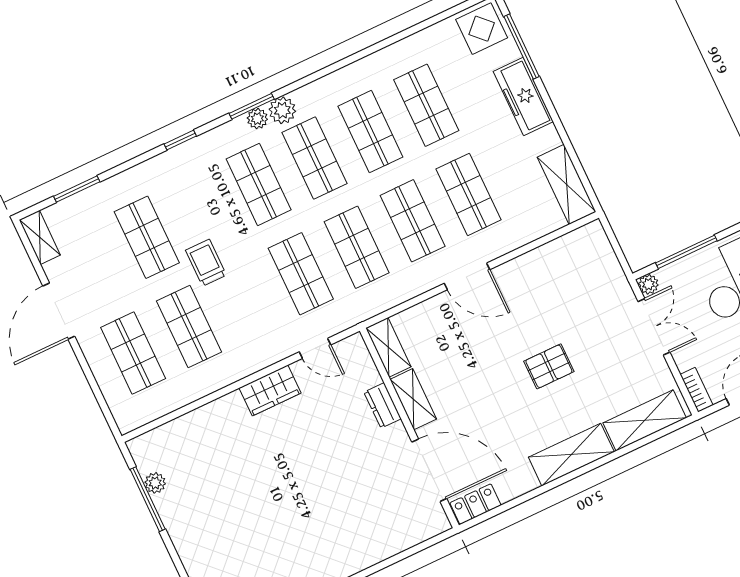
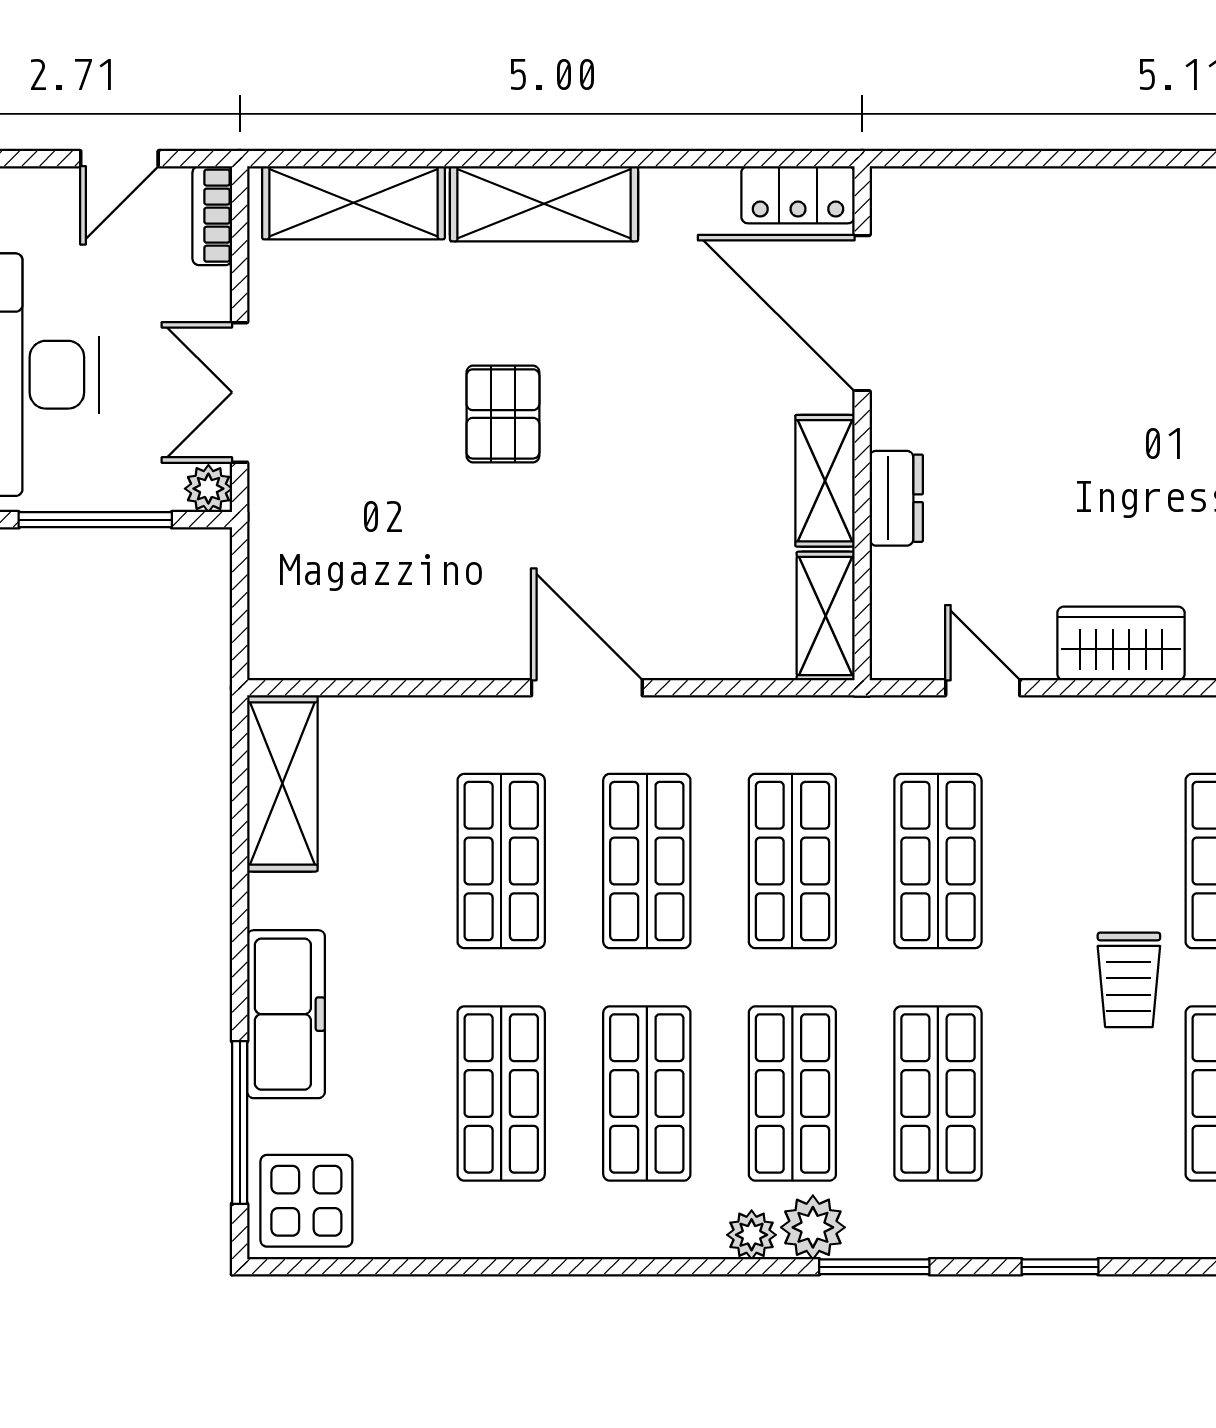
plant: (257, 119) -> (752, 1235), moved
pallet: (549, 366) -> (503, 414), turned 90

